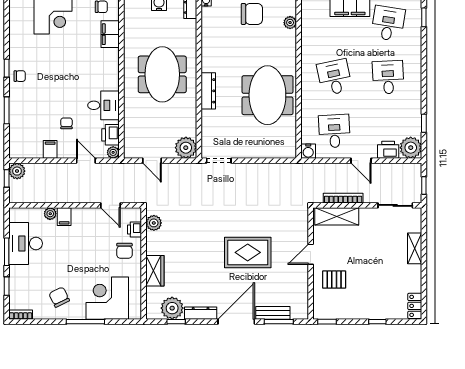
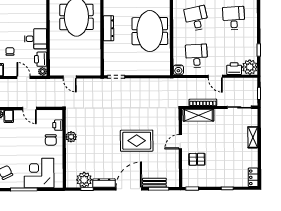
plant: (186, 148) -> (93, 68), removed
door: (111, 205) -> (29, 108), moved
plant: (154, 223) -> (71, 137), moved
wardrobe: (155, 271) -> (72, 154), removed

